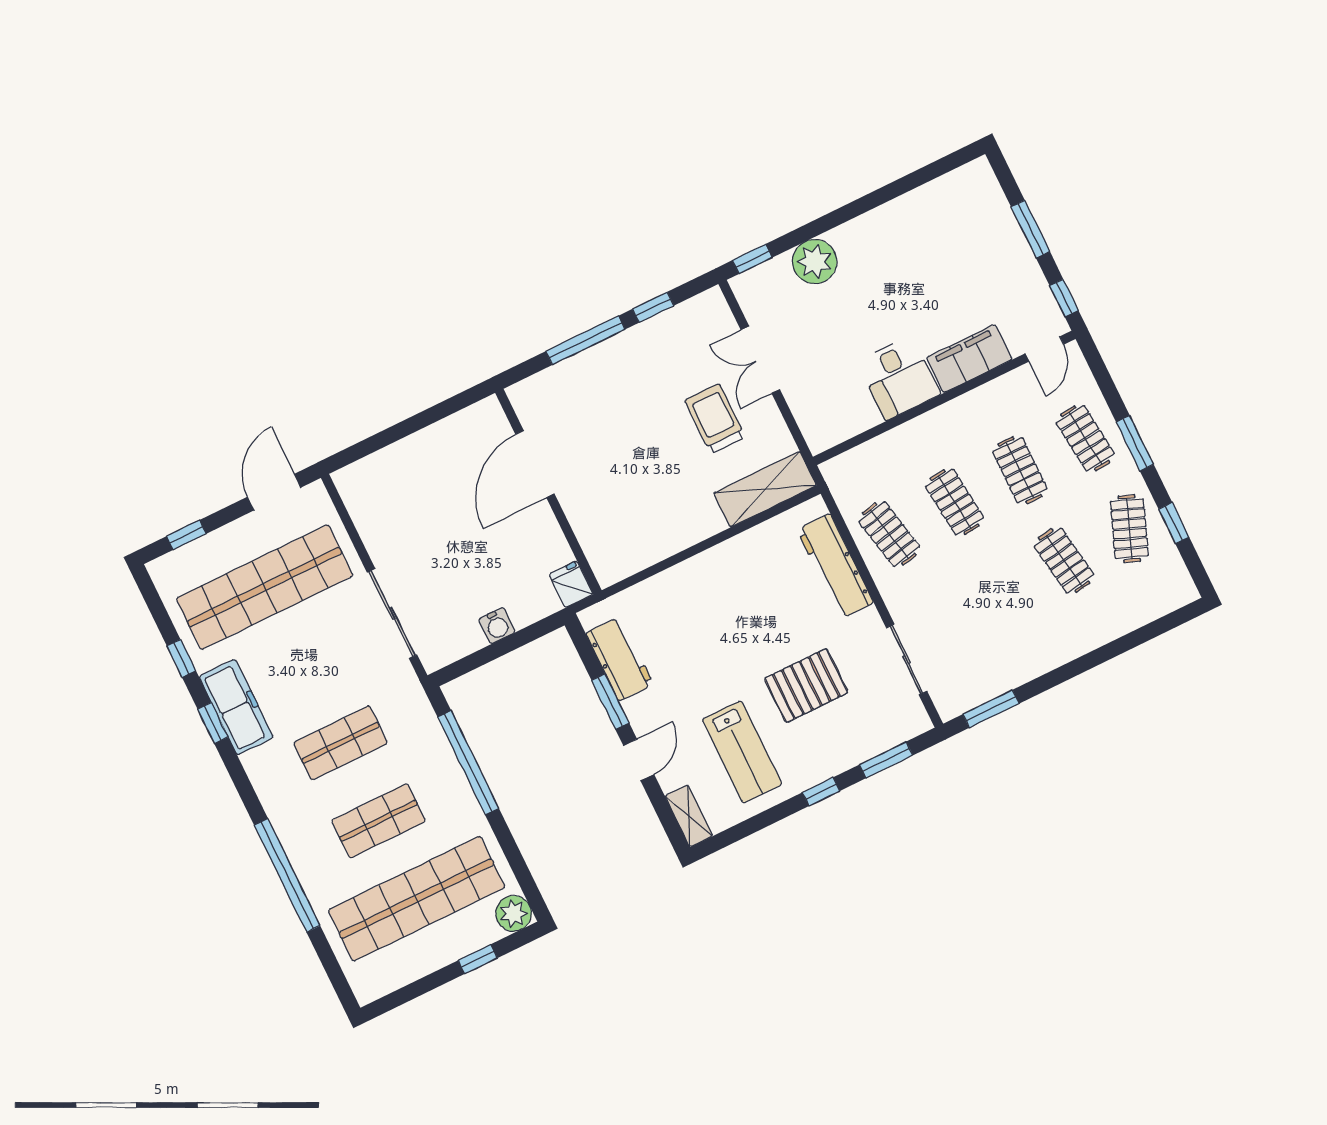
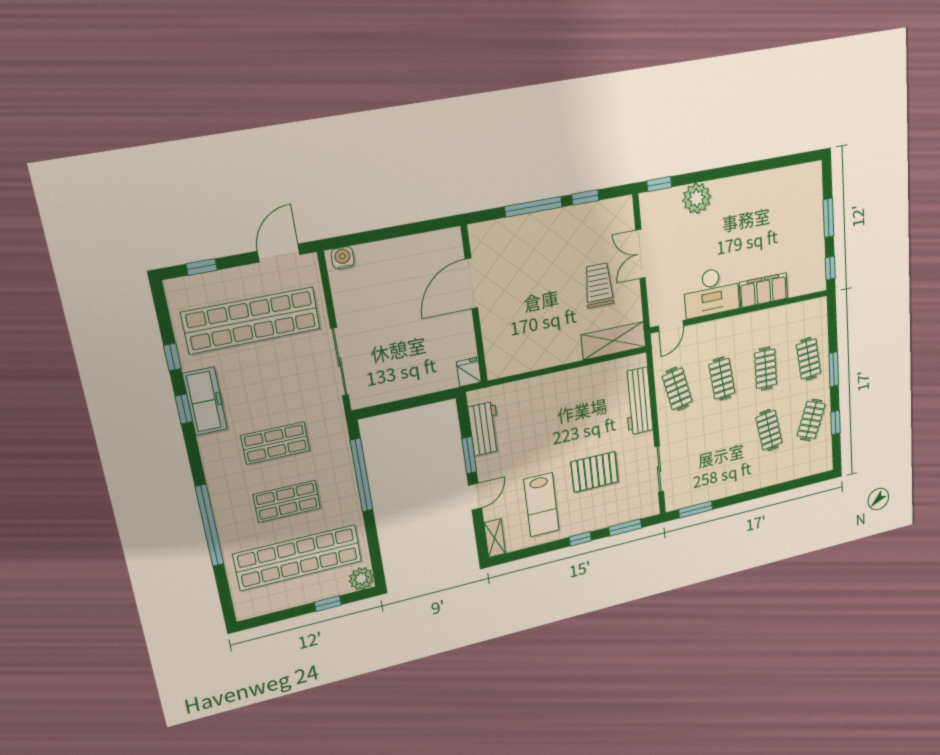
door: (1044, 349) -> (671, 326), moved
desk: (899, 378) -> (712, 292), width x1.37
water cooler: (497, 626) -> (343, 258), moved, turned 180

